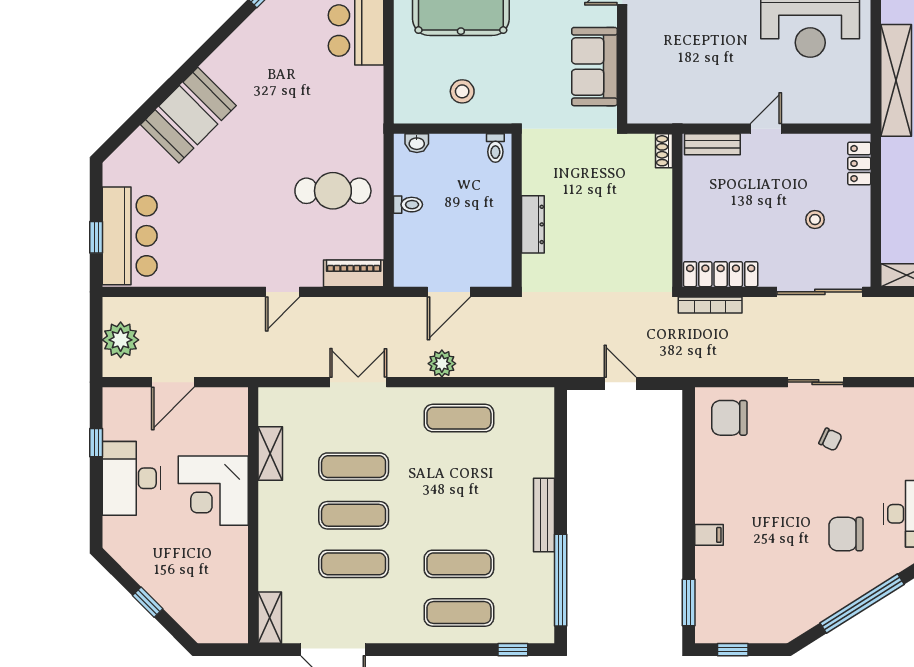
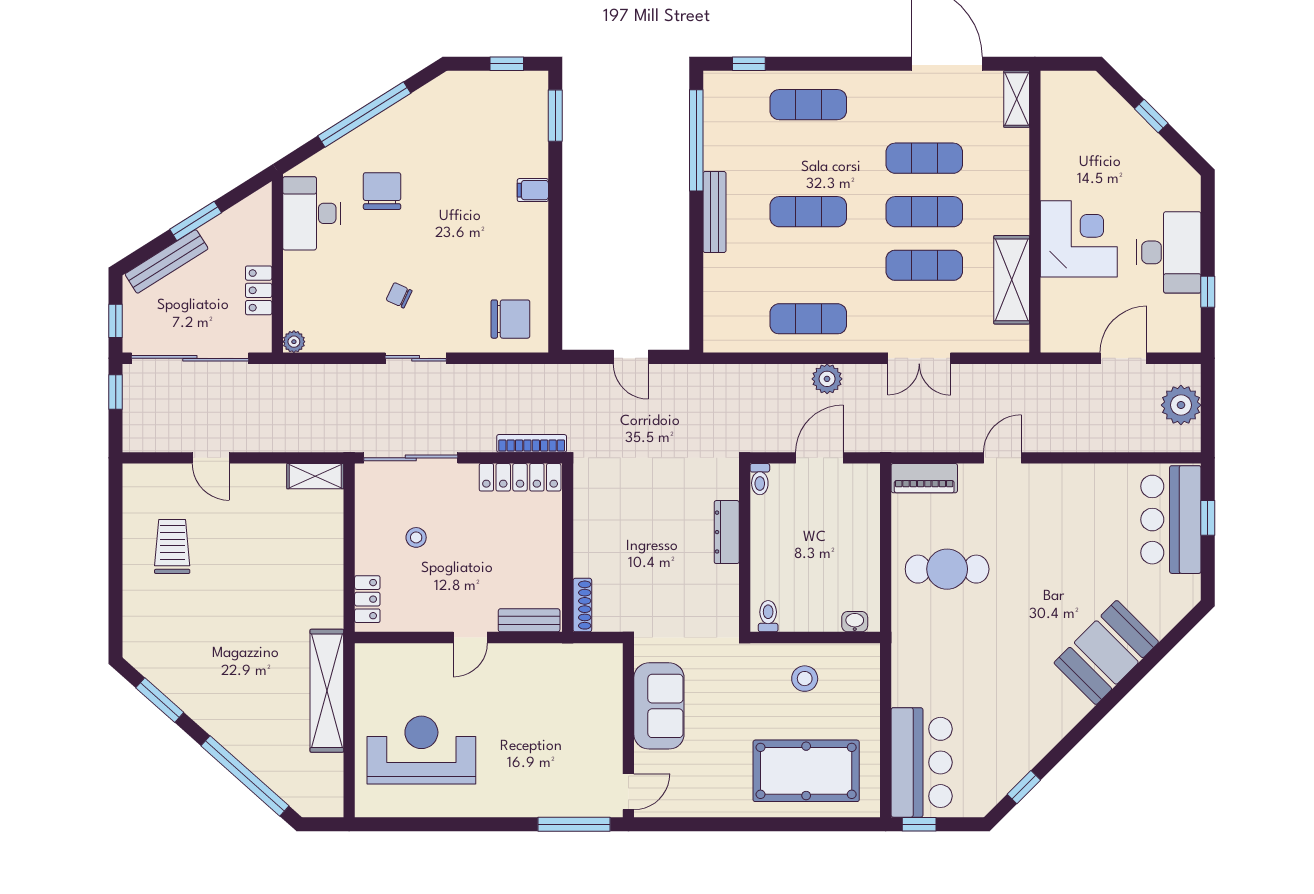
shoe rack: (664, 151) -> (582, 605), width x1.43
toilet: (408, 205) -> (760, 479), moved, turned -90
shelving: (270, 453) -> (1012, 280), width x1.50, depth x1.33
chair: (846, 534) -> (382, 191), turned -90
exercise mat: (459, 564) -> (808, 212), moved

